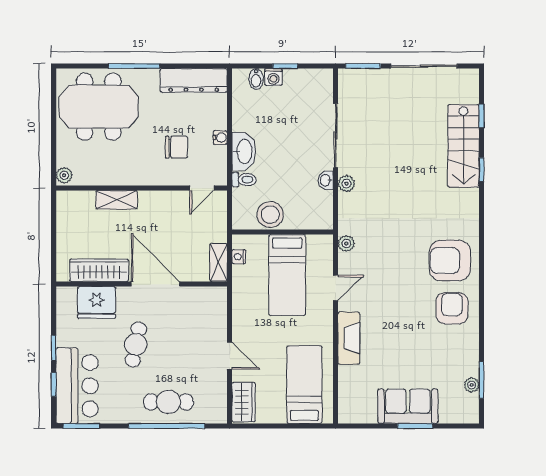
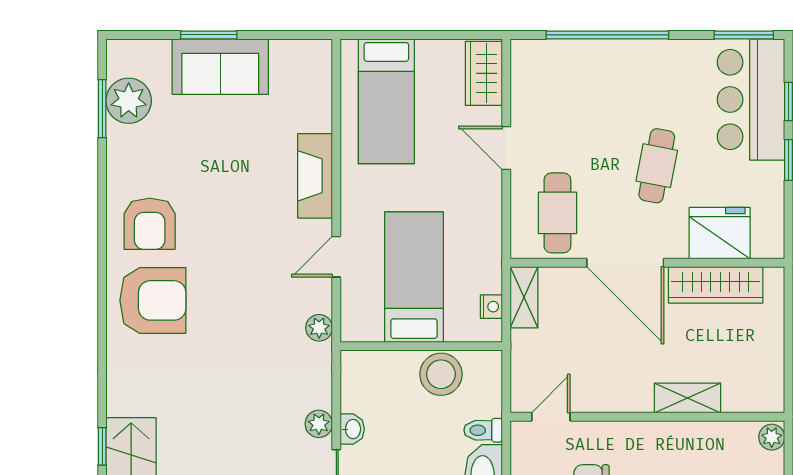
plant: (472, 385) -> (129, 101), width x1.88, depth x1.88
cafe table: (168, 402) -> (557, 213), moved, turned 90

